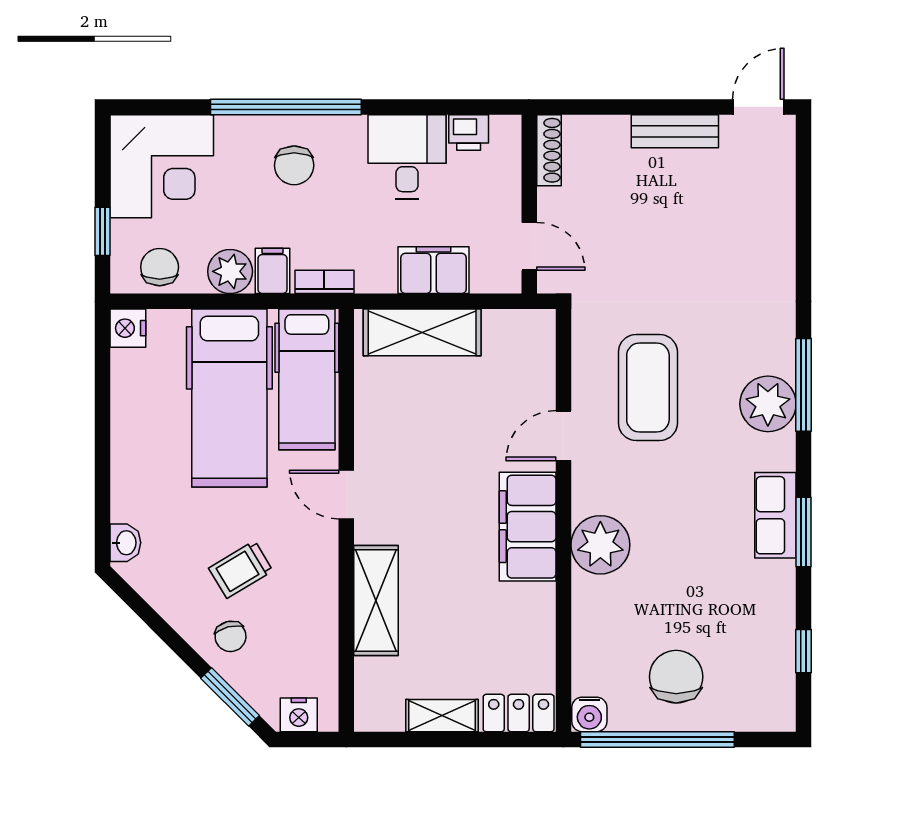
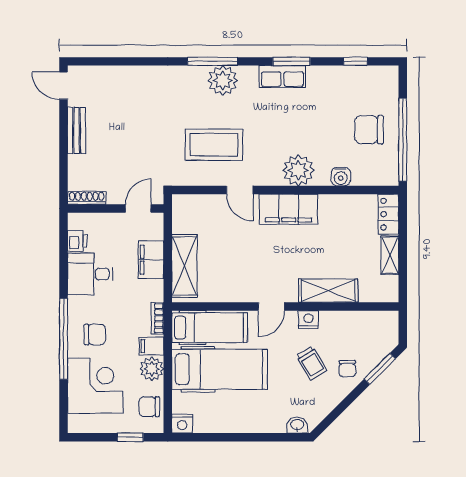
corner desk: (162, 166) -> (95, 386), moved
chair: (231, 636) -> (347, 369), turned 104
water cooler: (589, 714) -> (341, 177), moved, turned 90
nightstand: (299, 715) -> (308, 320), moved, turned -90

